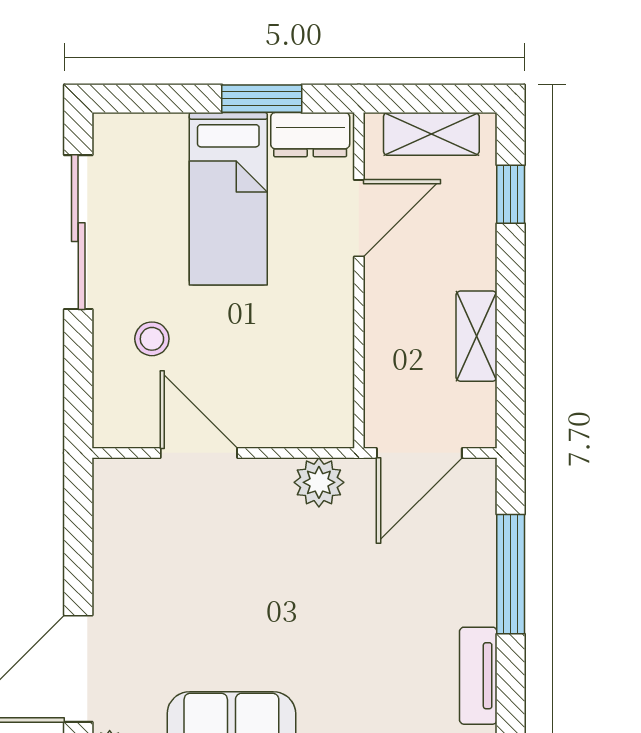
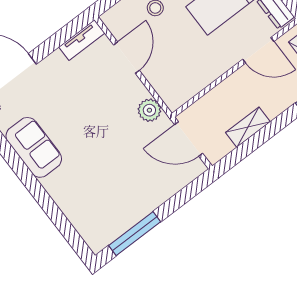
window: (511, 574) -> (135, 234), moved
tv unit: (478, 676) -> (82, 40), moved, turned 180

